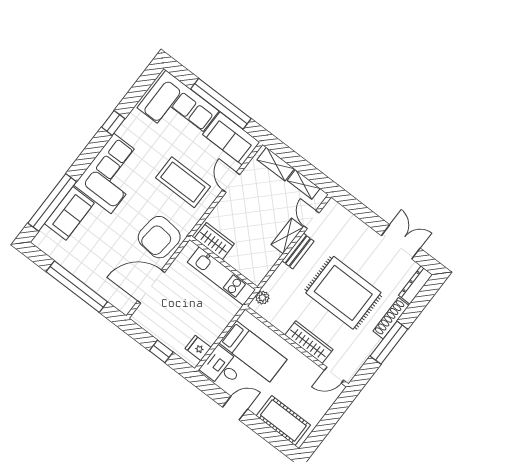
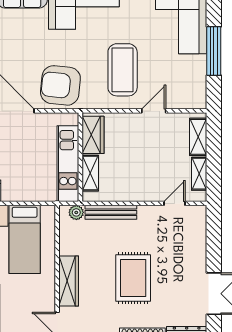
window: (221, 104) -> (214, 51), width x0.68
sofa: (231, 138) -> (191, 82), removed
shelving: (287, 236) -> (90, 173), moved, turned 90
bench: (298, 251) -> (111, 212), moved, width x1.36
rug: (343, 293) -> (133, 278), width x0.73, depth x0.69

